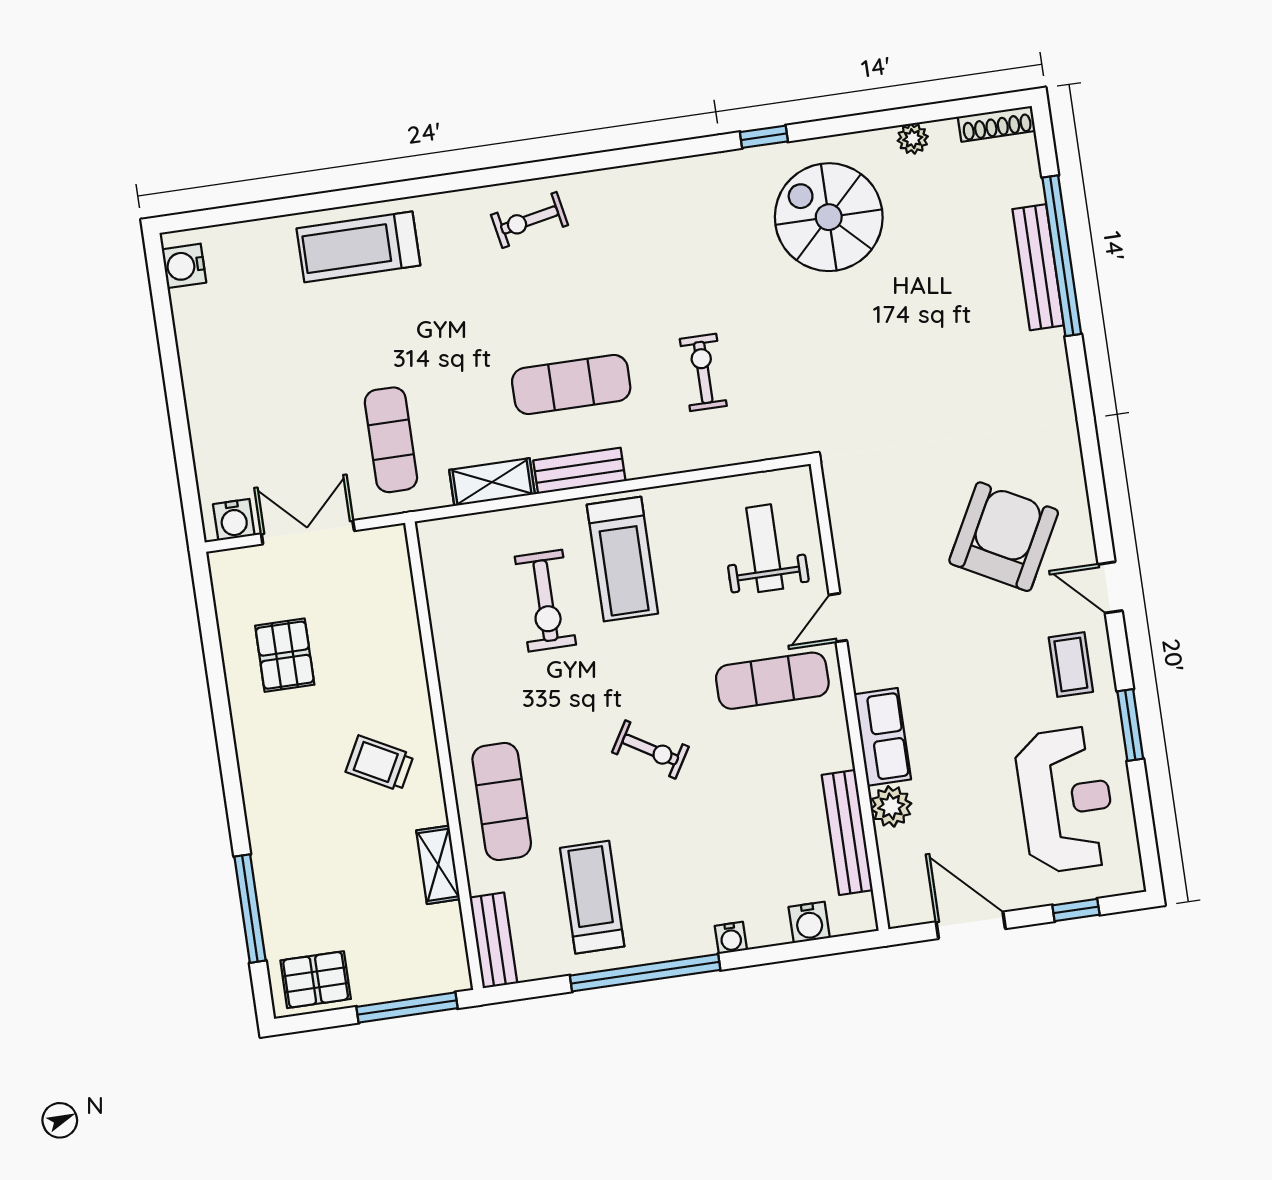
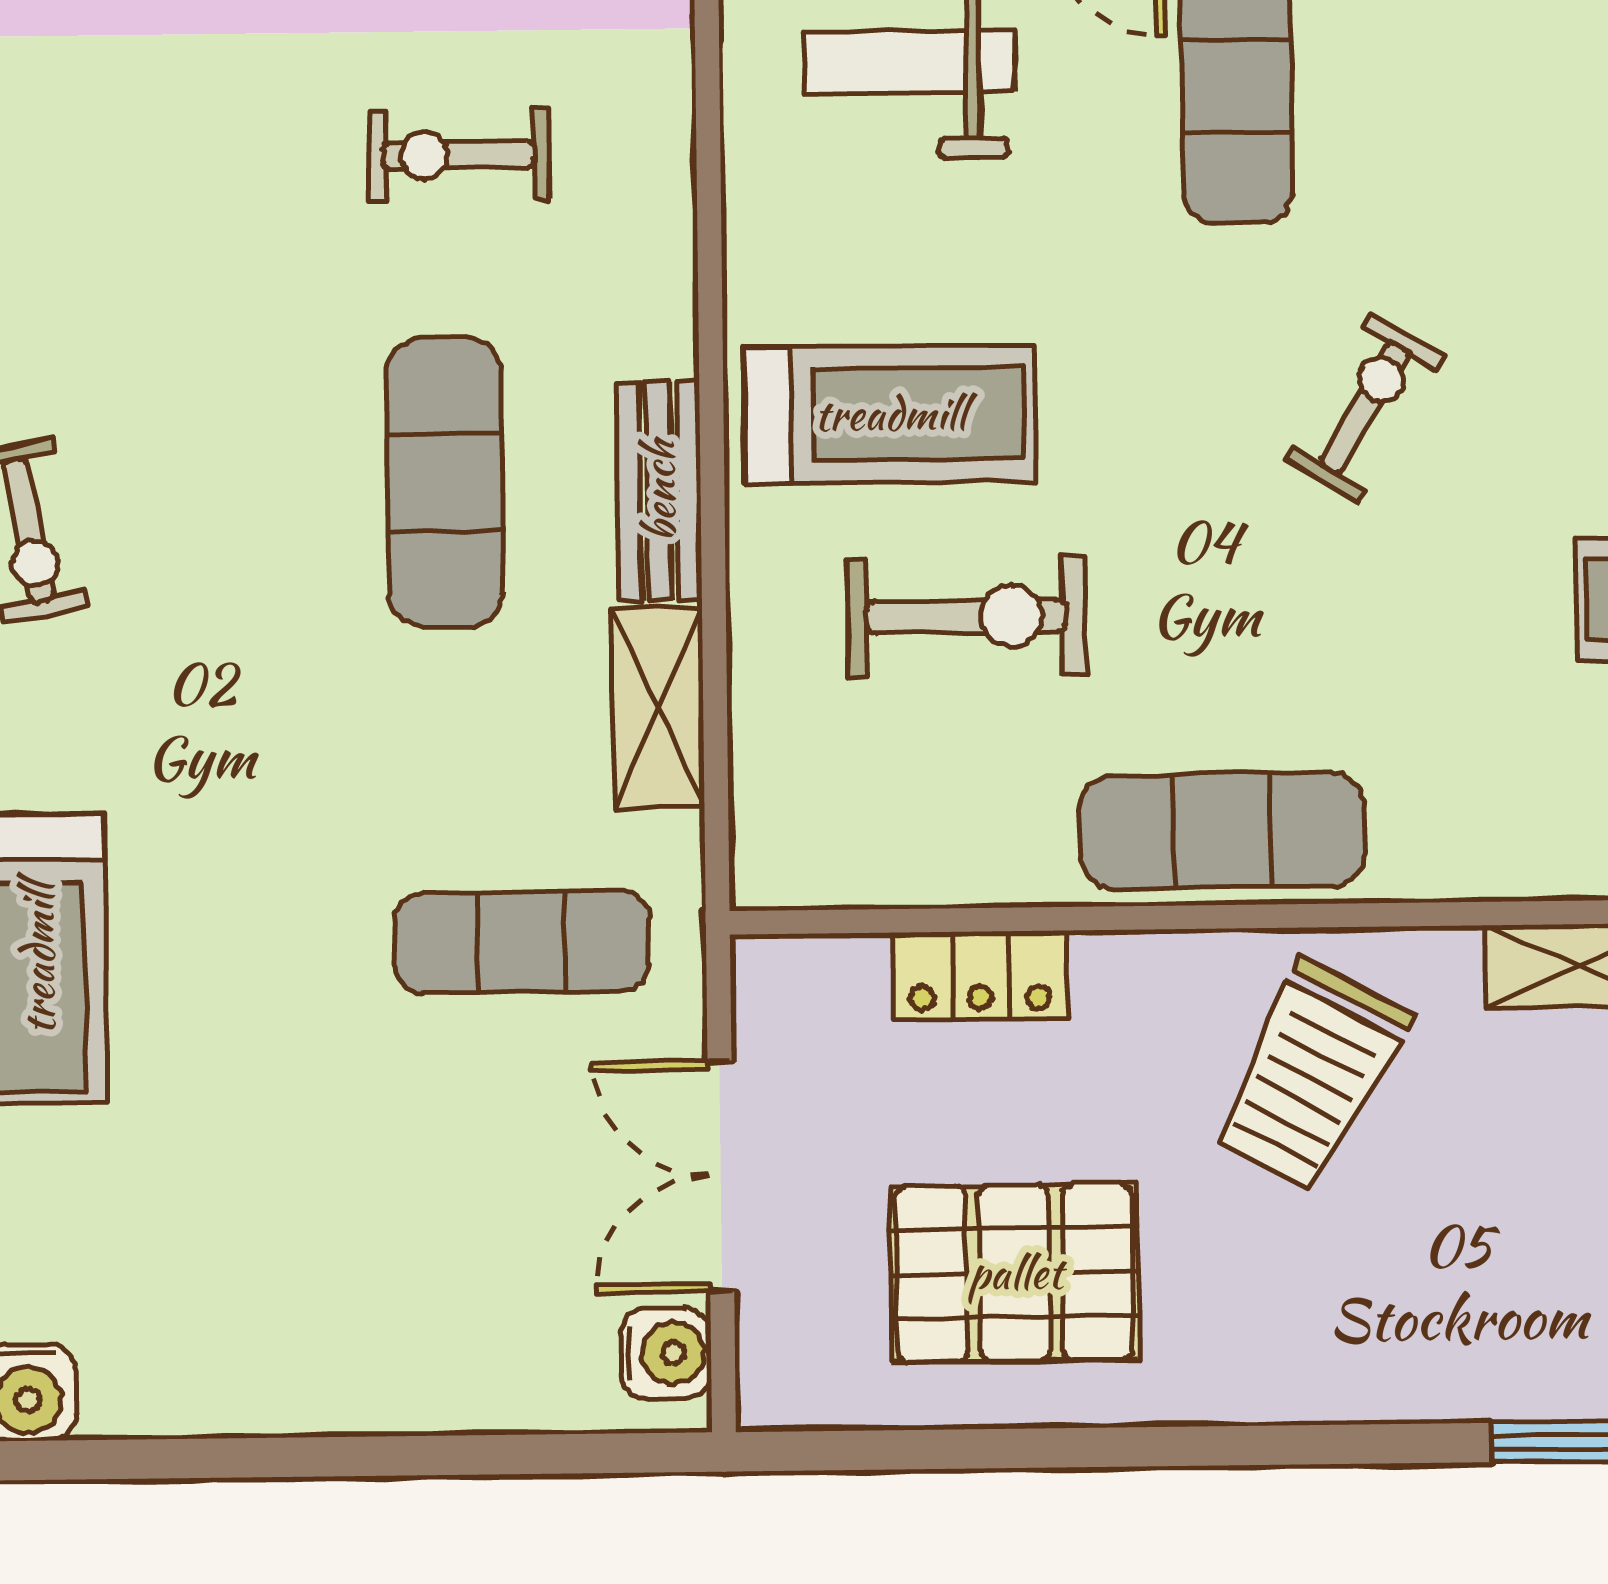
locker: (402, 625) -> (980, 976), added
pallet: (285, 655) -> (1015, 1273), width x1.50, depth x1.42
trolley: (380, 763) -> (1311, 1076), width x1.36, depth x1.39
exercise mat: (502, 802) -> (1222, 831), moved

